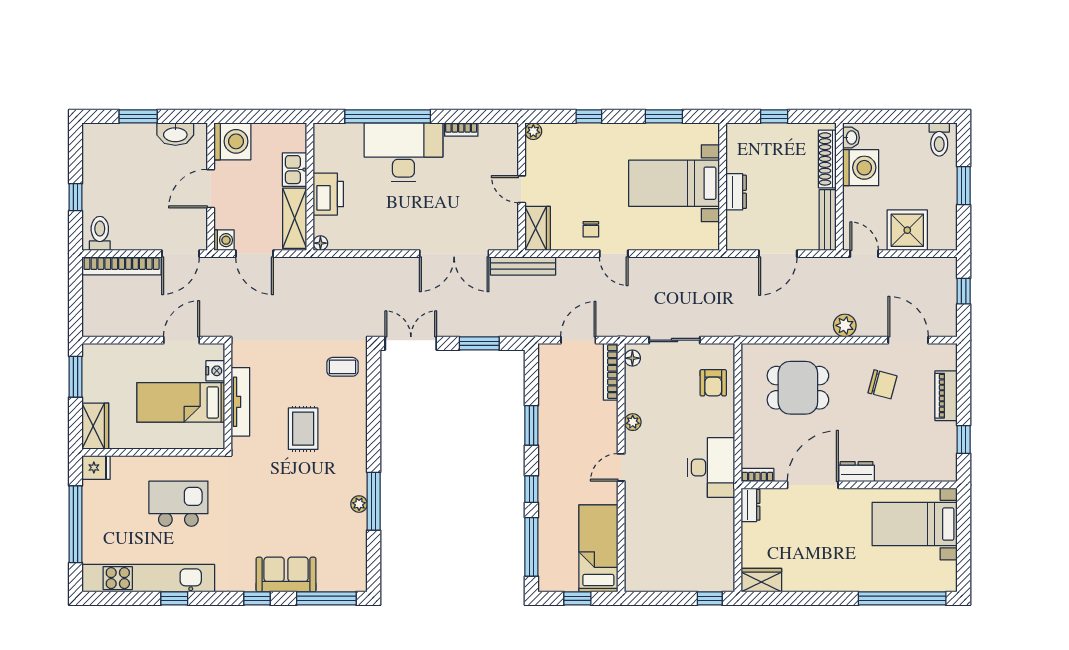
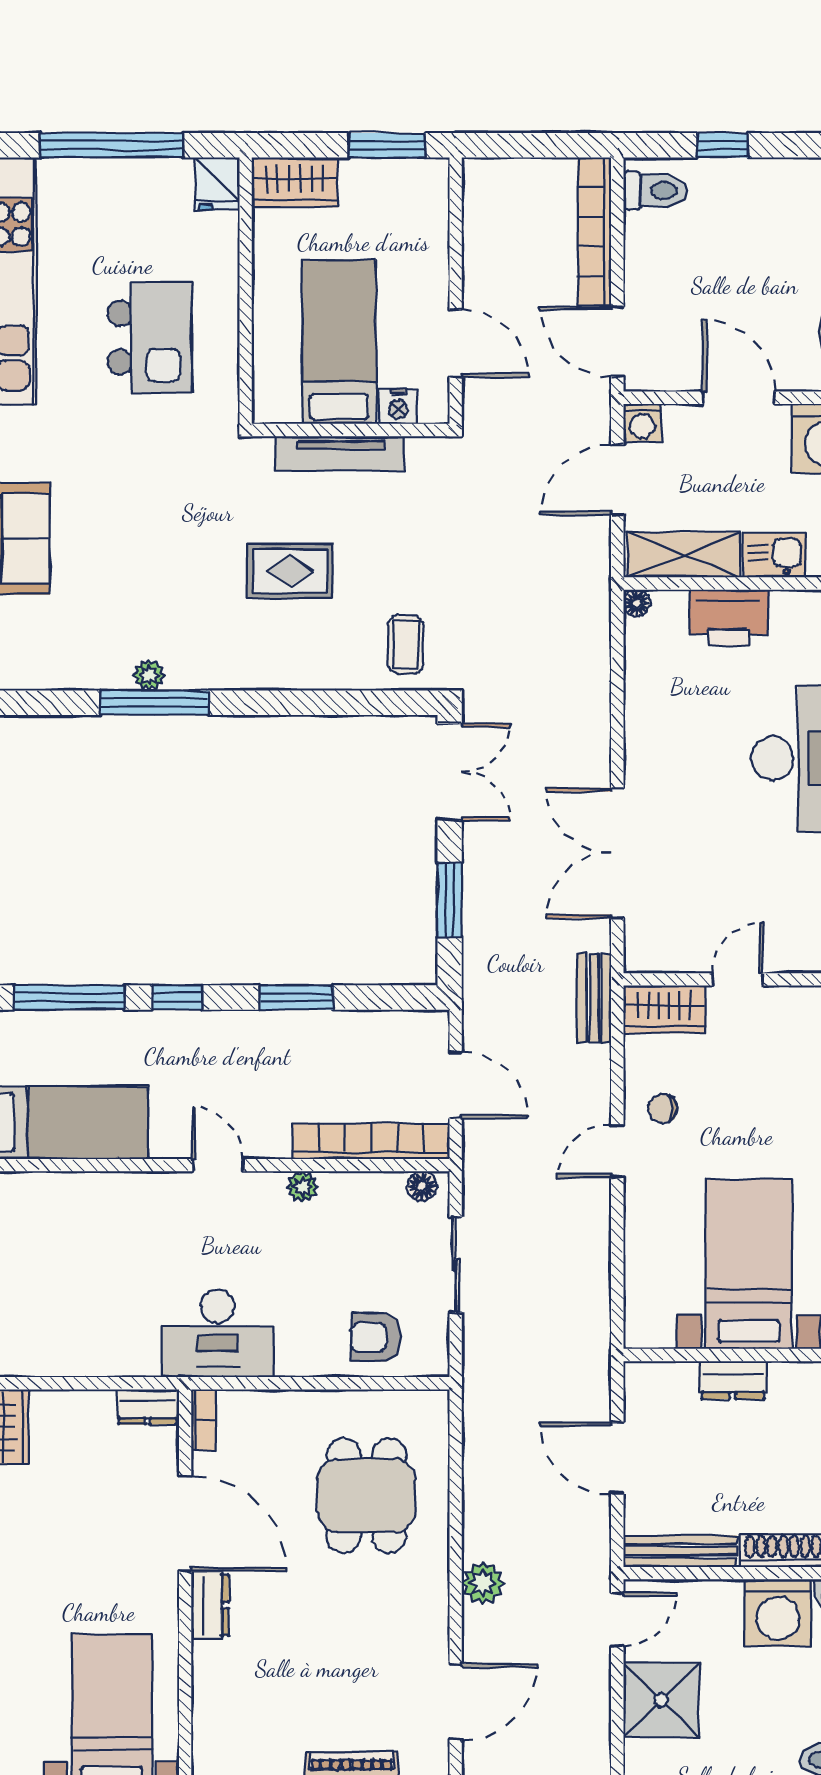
bench: (523, 266) -> (594, 998), width x0.73
bookcase: (611, 372) -> (371, 1141), width x1.48, depth x1.31
chair: (882, 384) -> (373, 1654), removed

